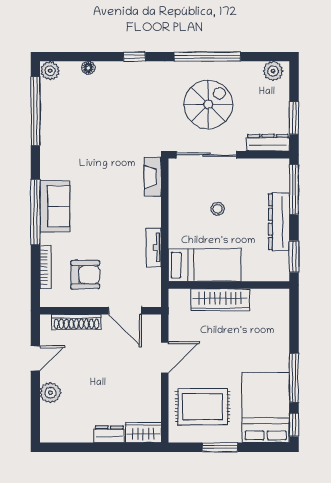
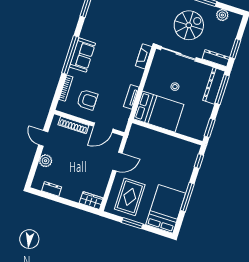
plant: (273, 71) -> (222, 15), moved
dresser: (279, 222) -> (214, 86), moved
bed: (205, 265) -> (159, 112), width x1.50
wardrobe: (220, 300) -> (160, 139), removed
door: (125, 311) -> (103, 128), hinge flipped
door: (35, 358) -> (43, 138), swing flipped
rug: (202, 407) -> (130, 197), turned 90
window: (294, 425) -> (199, 161), moved
dresser: (109, 434) -> (52, 189), moved

